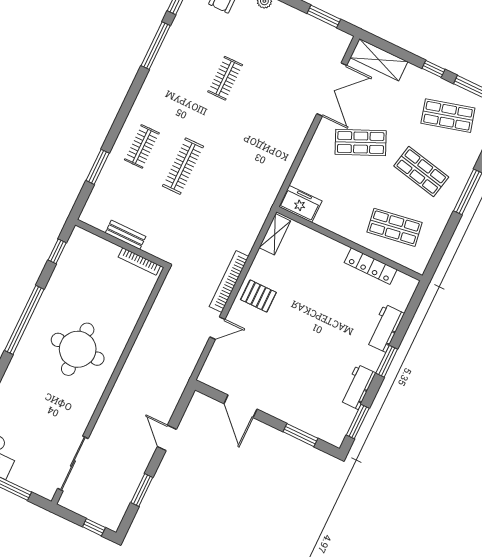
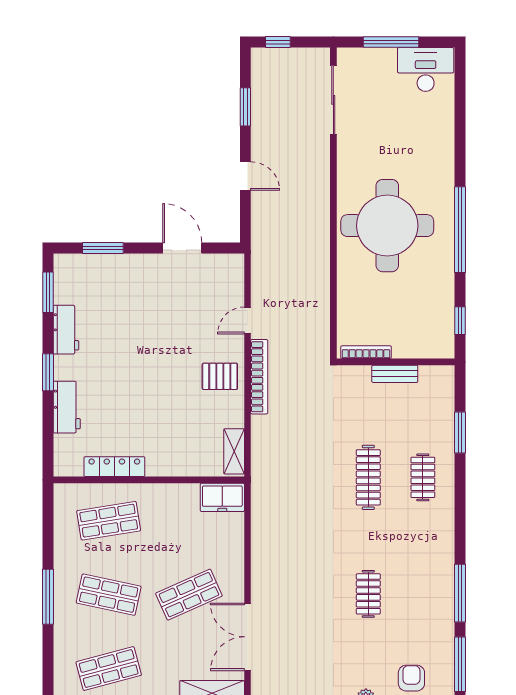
round table: (78, 349) -> (387, 226), width x1.36, depth x1.36

